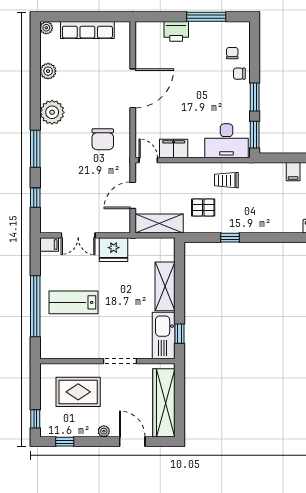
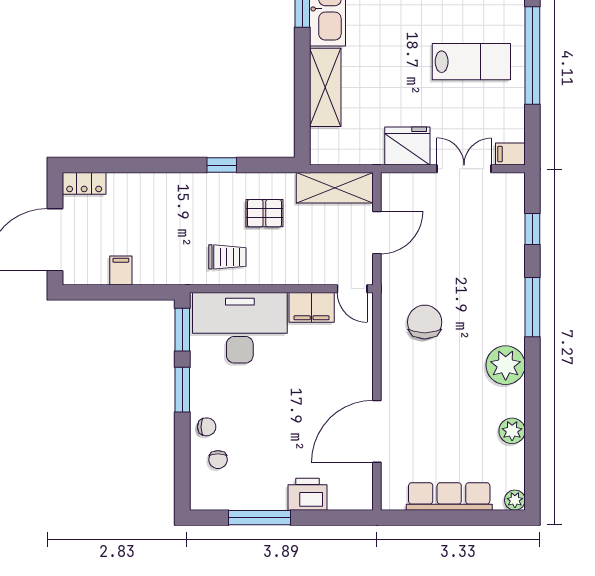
door: (133, 88) -> (377, 431), moved
desk: (226, 141) -> (240, 328), width x1.36, depth x1.30

